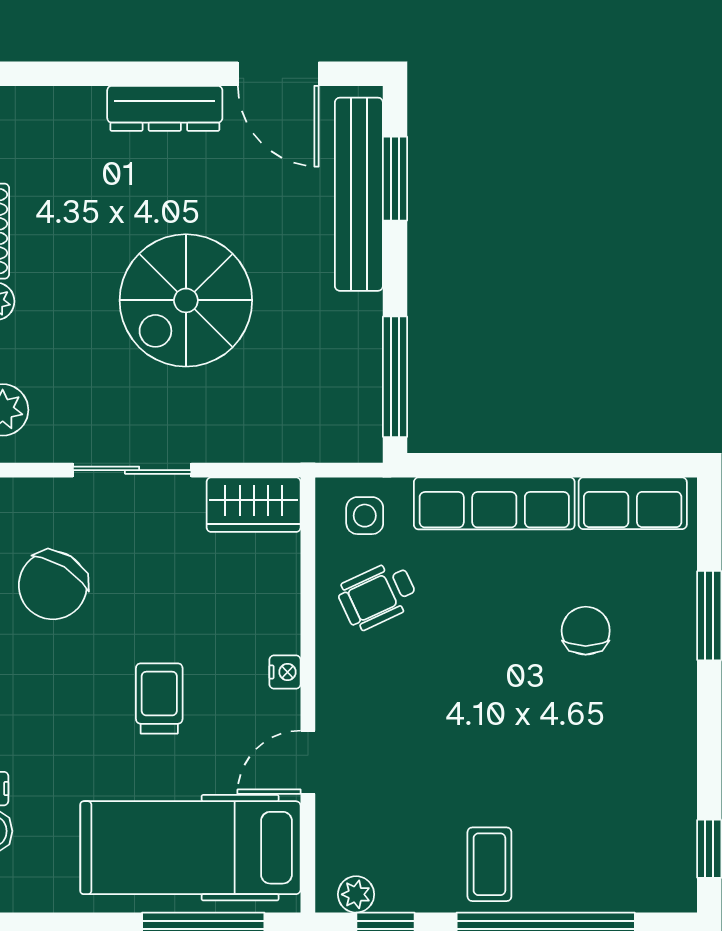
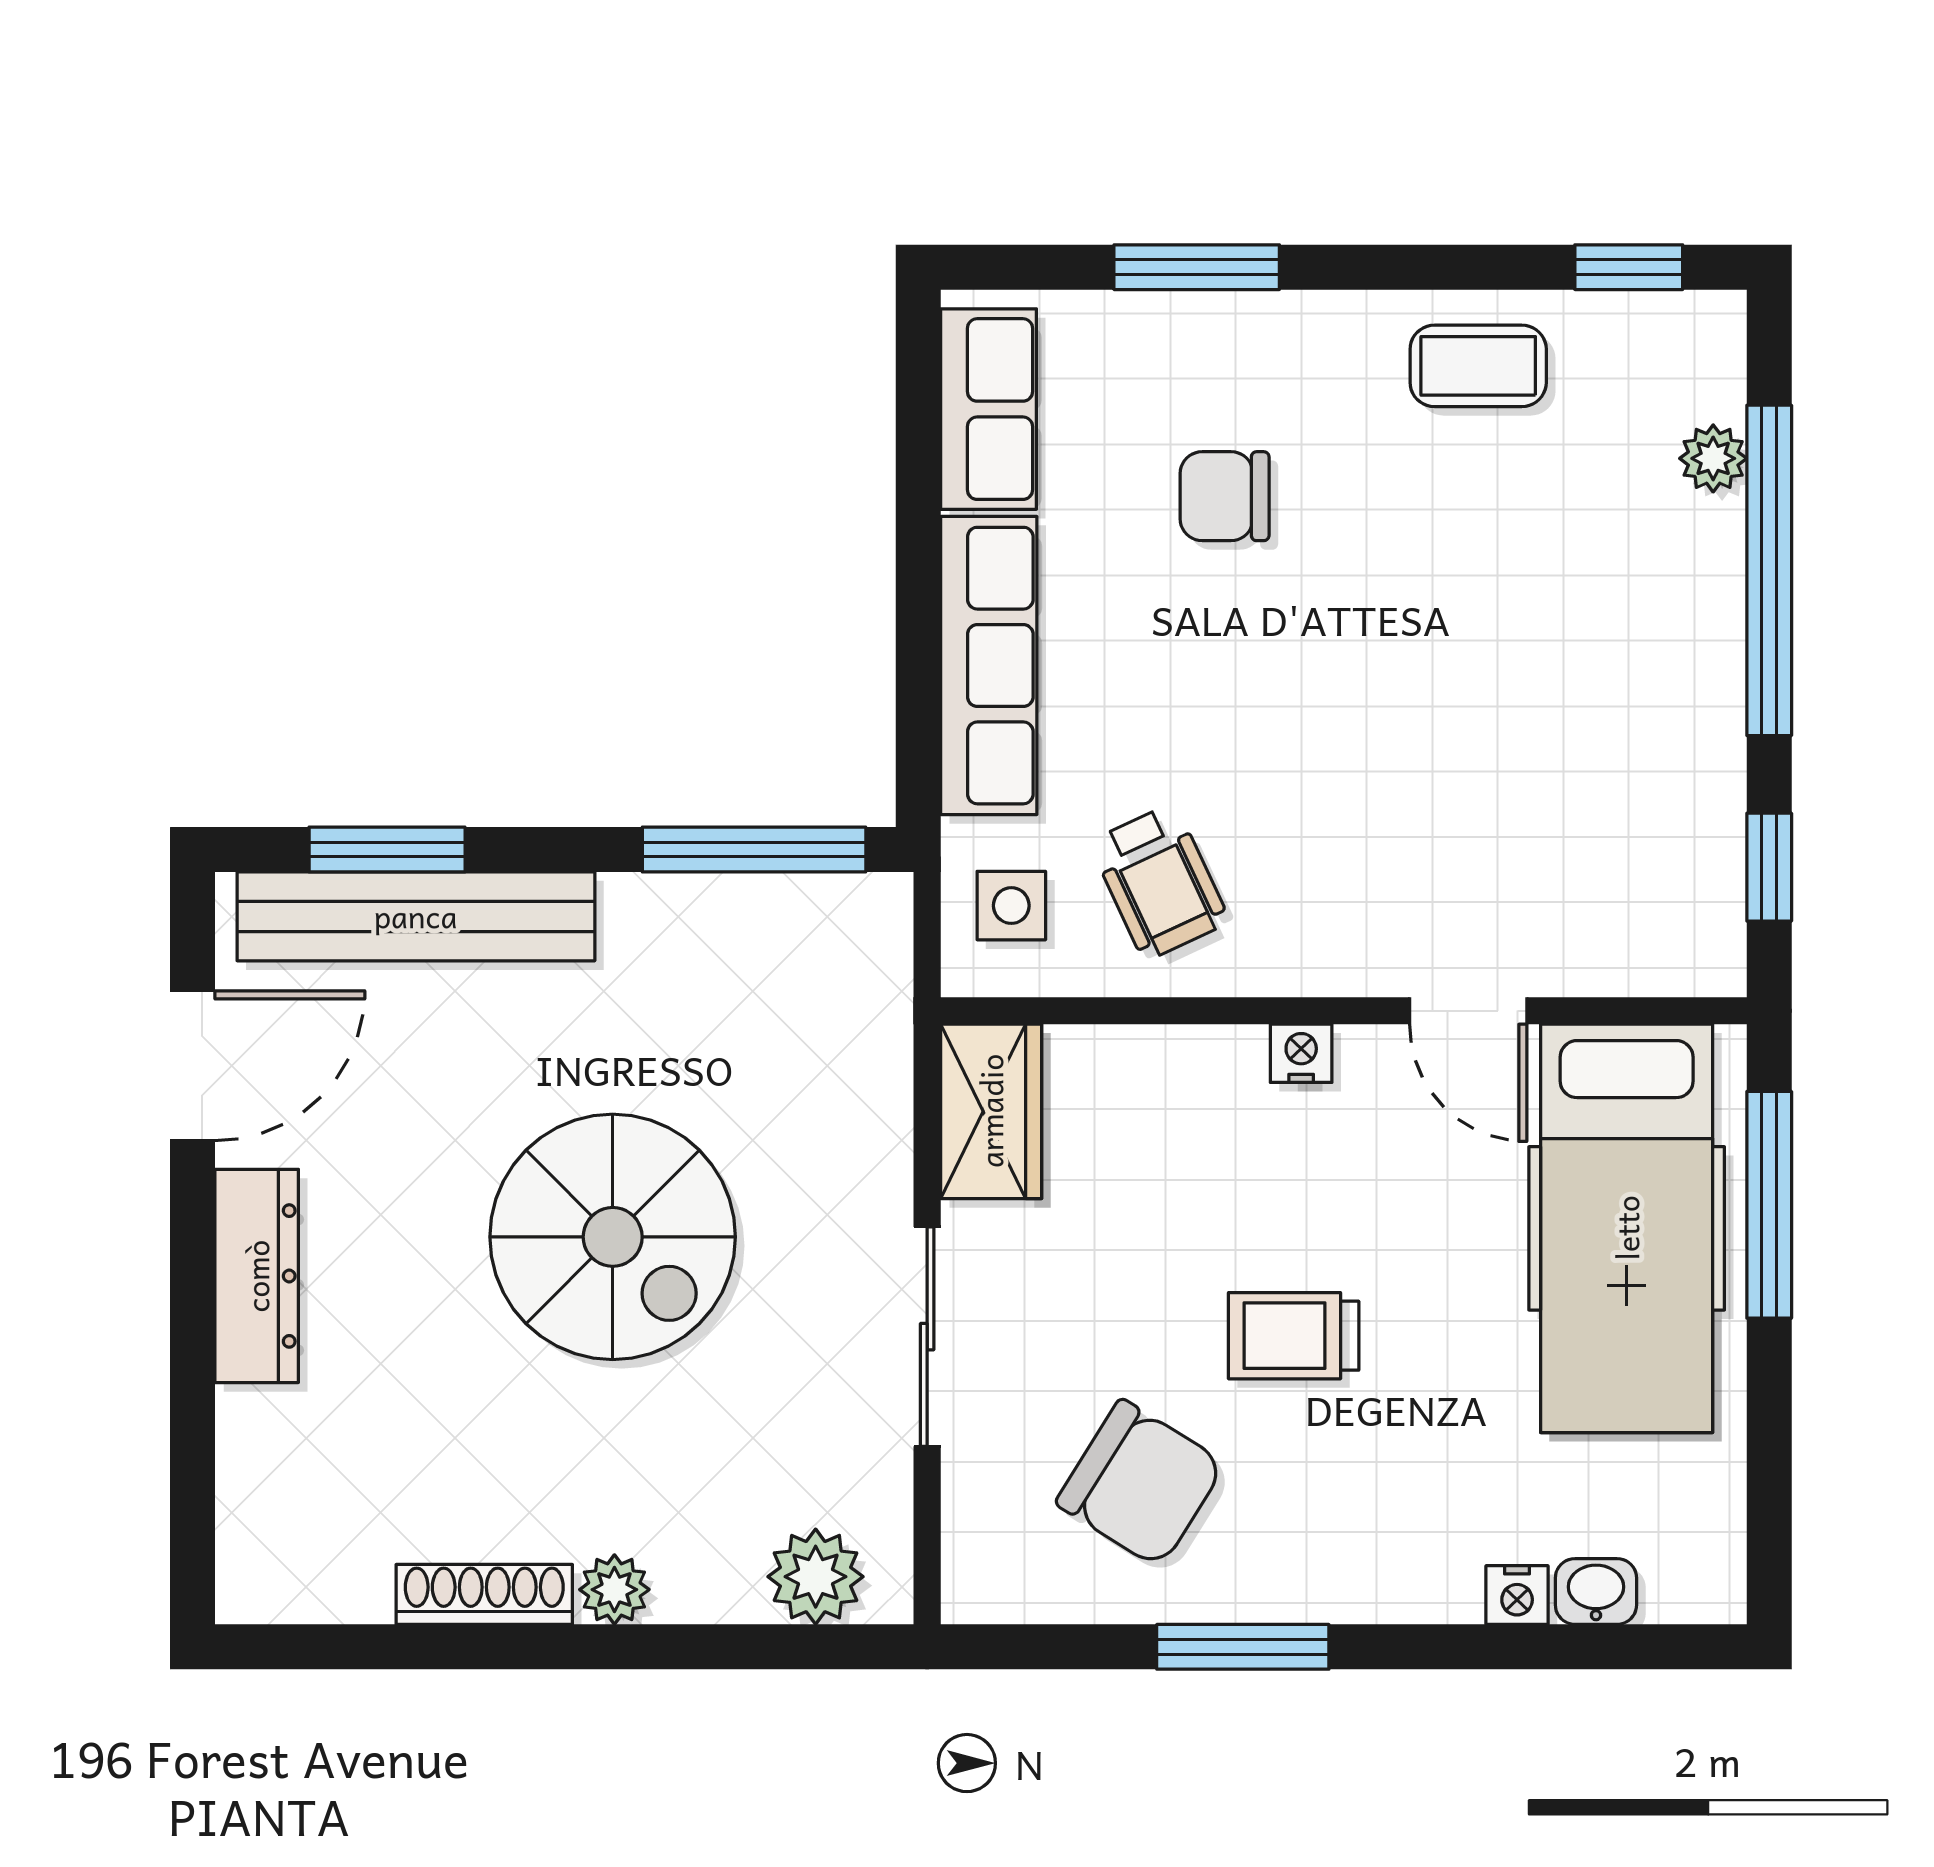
trolley: (159, 698) -> (1294, 1336), moved
coffee table: (489, 864) -> (1478, 366), moved
plant: (356, 894) -> (1713, 458), moved

